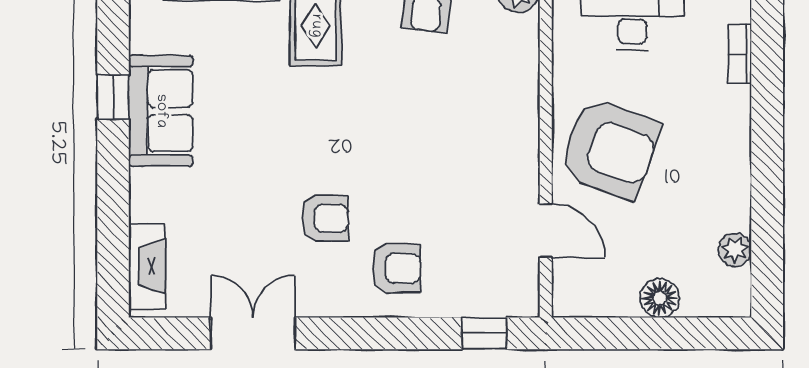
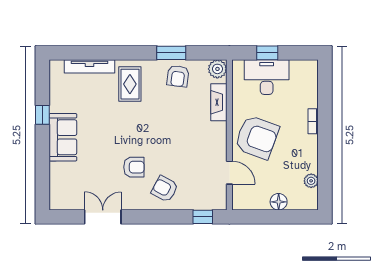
bookcase: (740, 54) -> (313, 121), moved
sofa: (161, 111) -> (63, 137), moved
fireplace: (147, 266) -> (219, 102), moved, turned 180
armchair: (396, 268) -> (165, 189), turned -152

